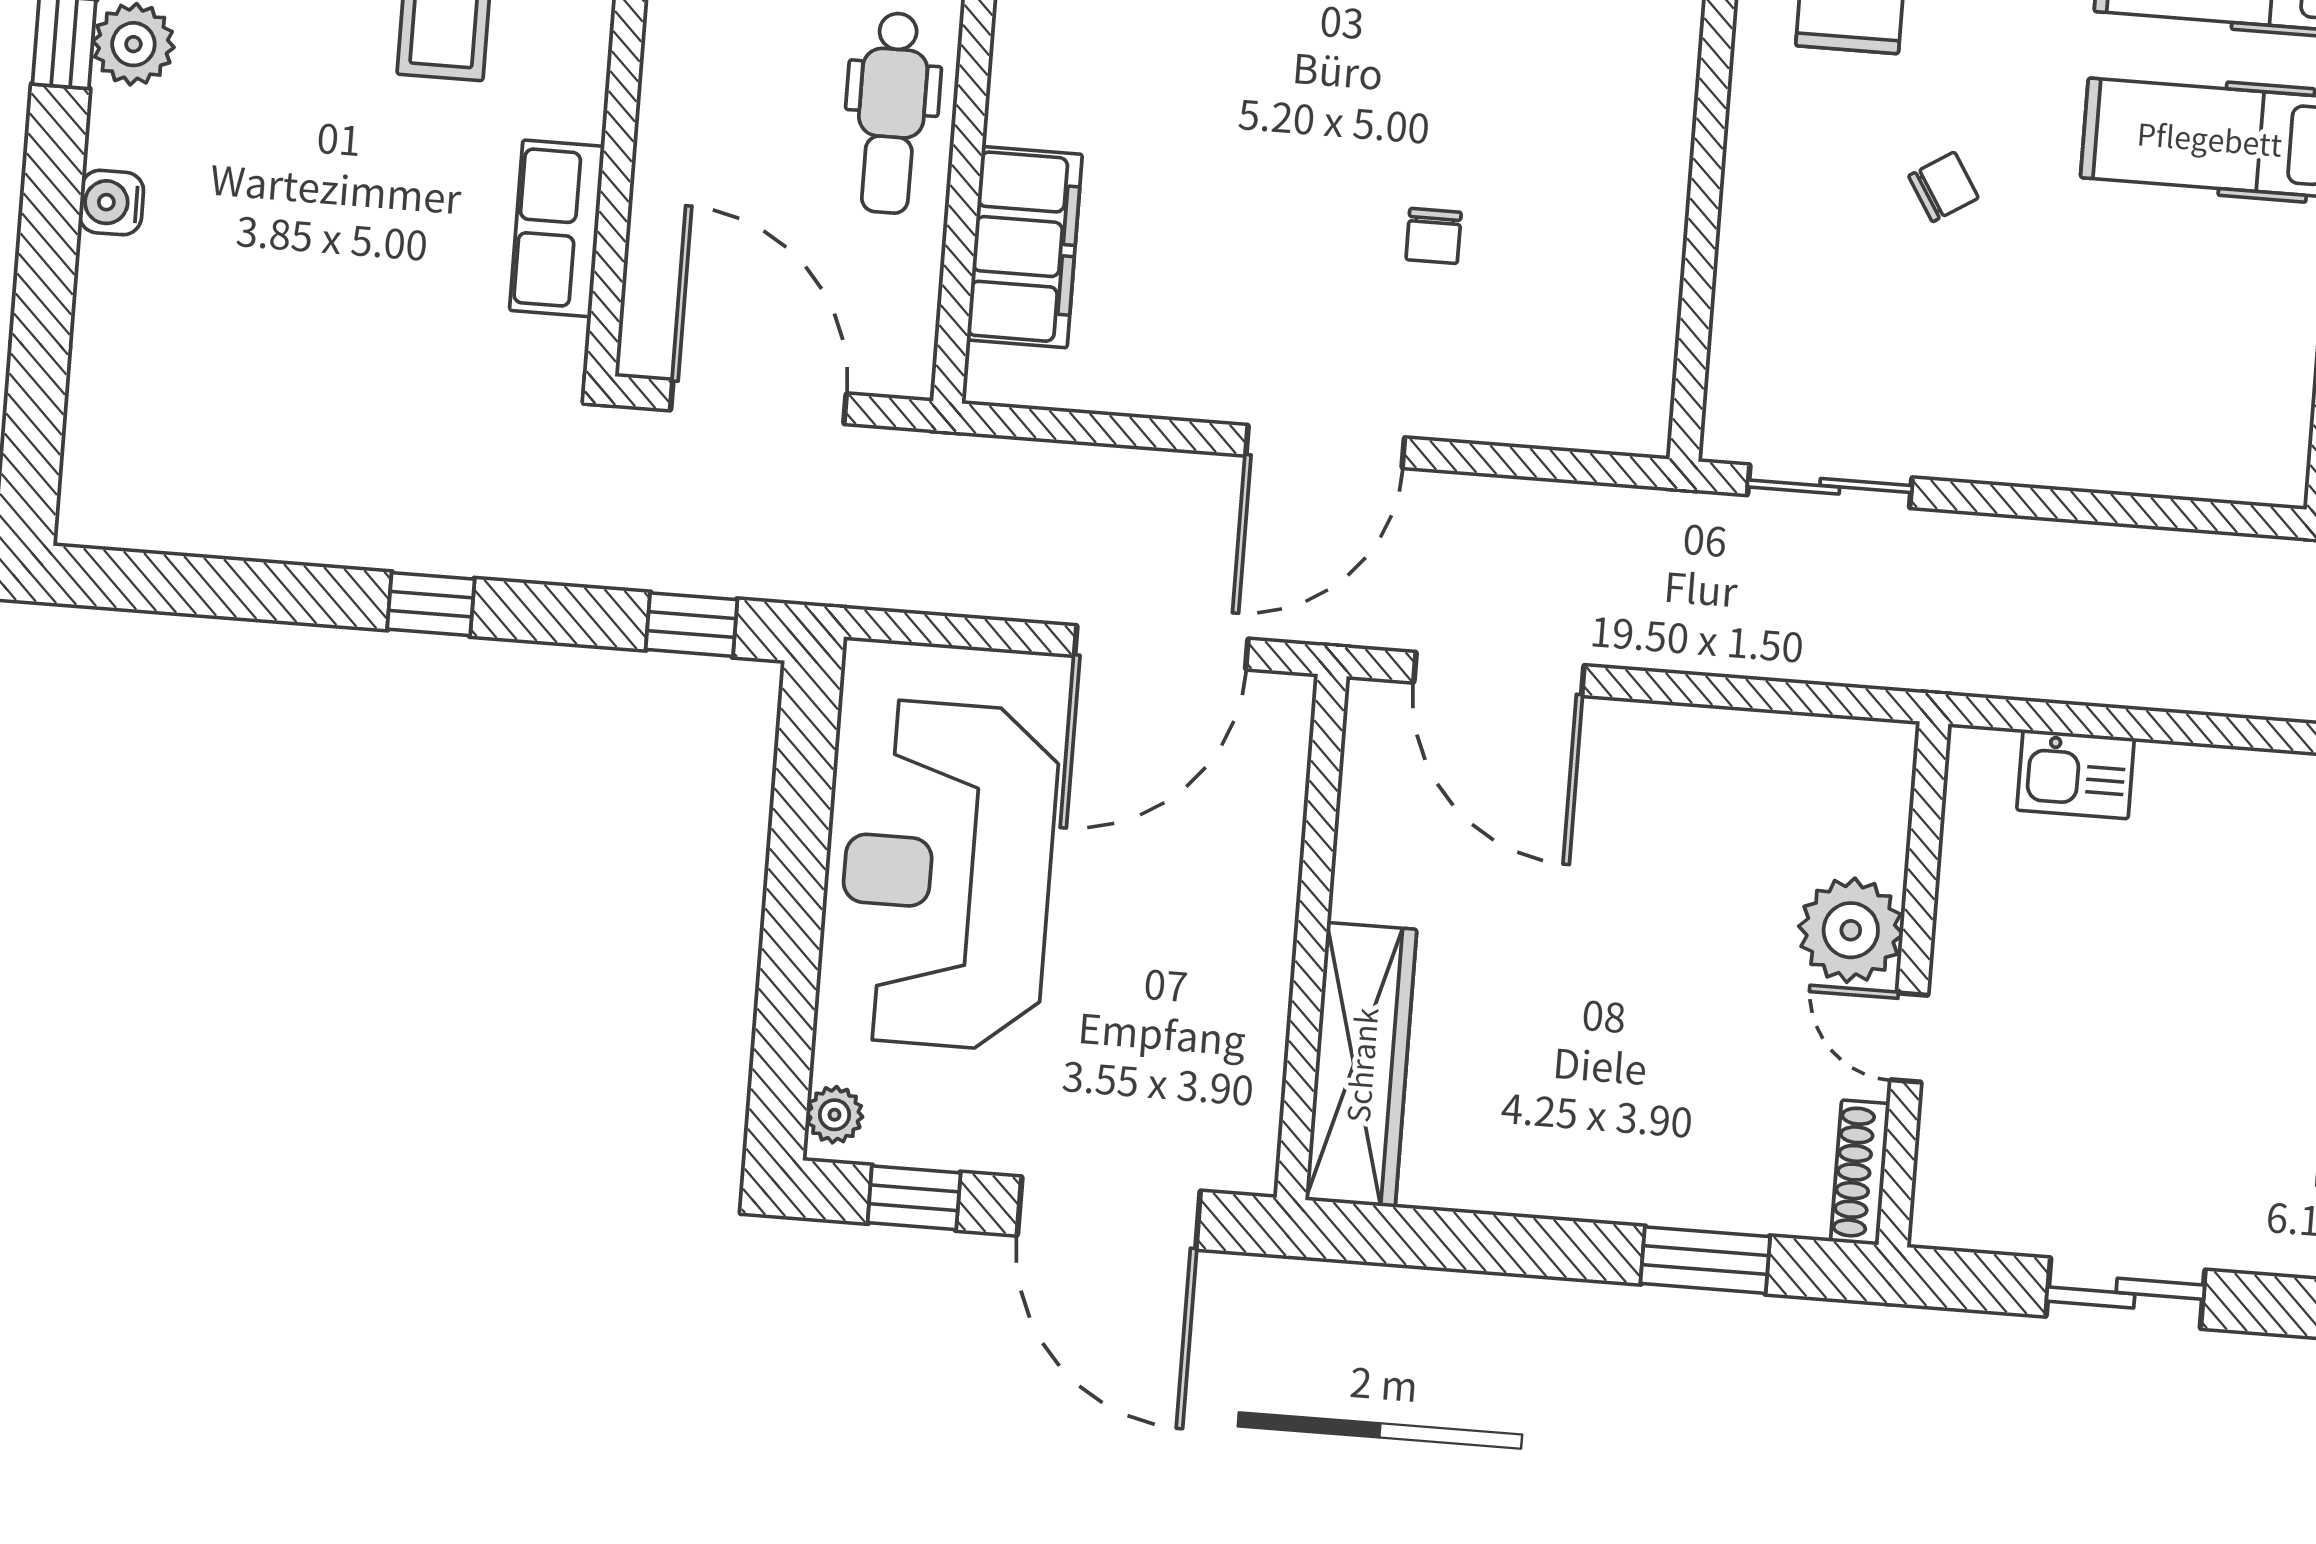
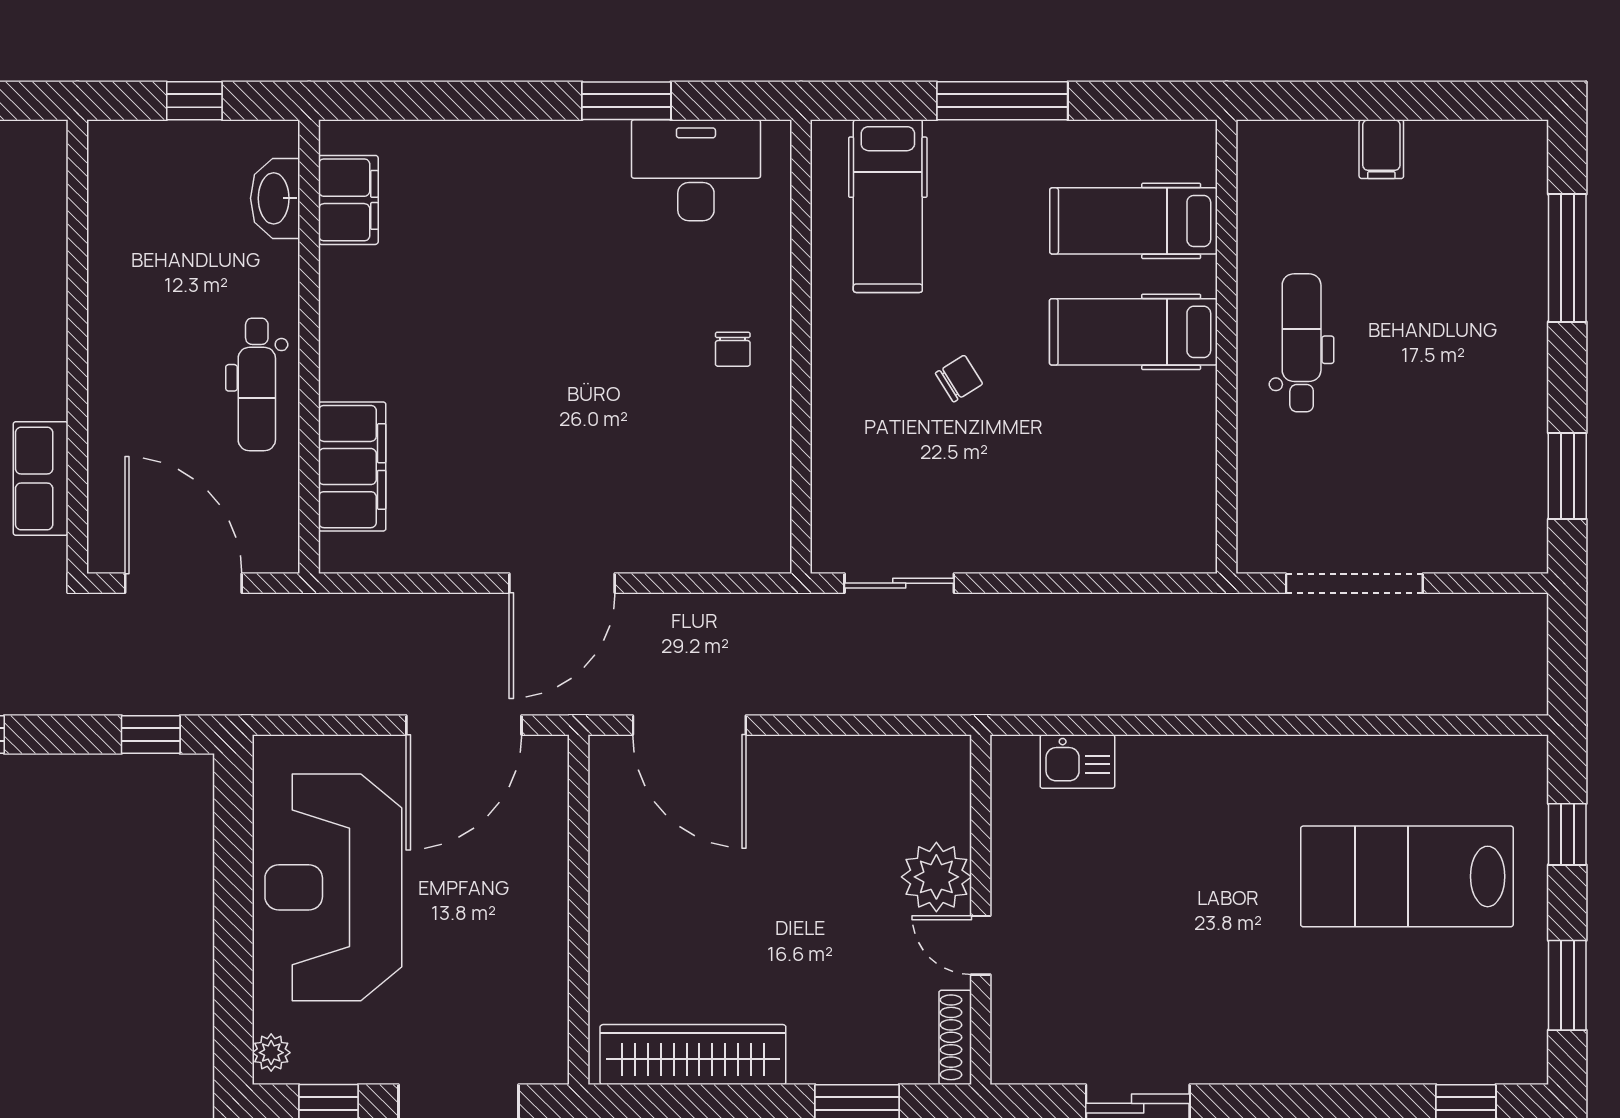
chair: (1434, 236) -> (733, 349), moved
wardrobe: (1361, 1065) -> (693, 1055), moved, turned -90

